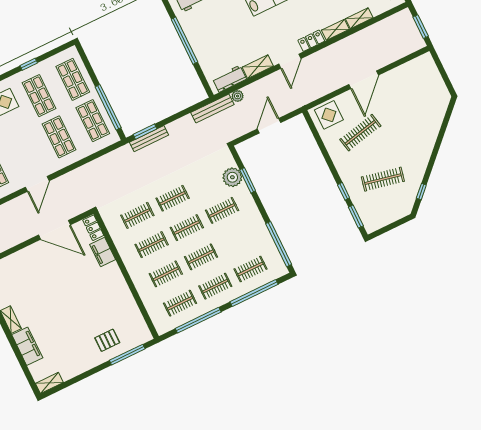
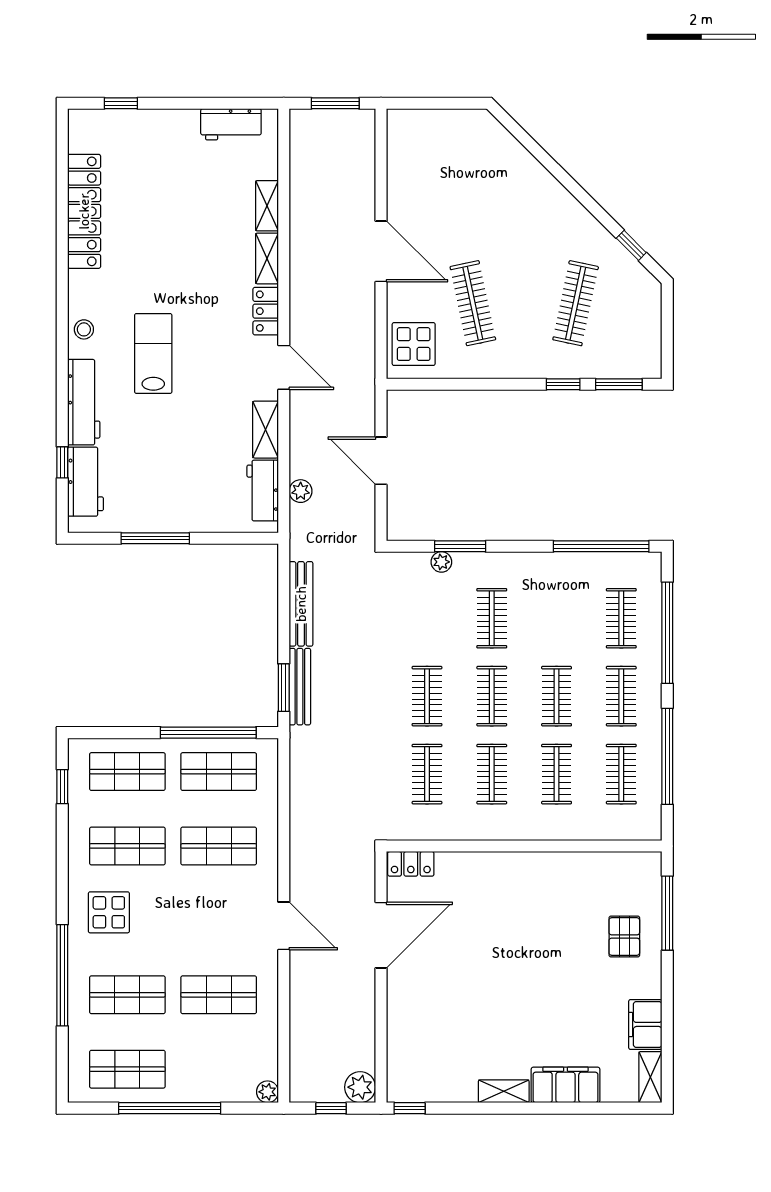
window: (184, 41) -> (155, 538), width x0.68
window: (29, 64) -> (62, 787), moved
bench: (212, 108) -> (301, 604), moved
plant: (232, 177) -> (441, 562), width x0.53, depth x0.53
filing cabinet: (103, 252) -> (645, 1024), moved, turned 90

